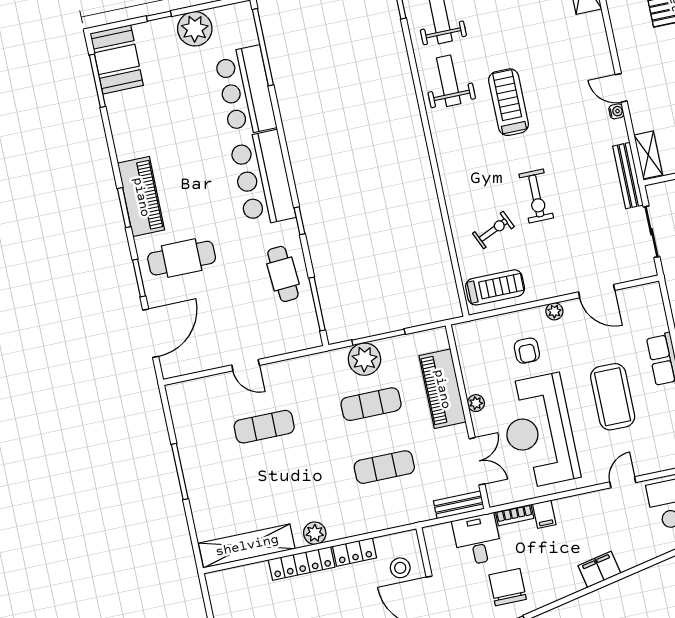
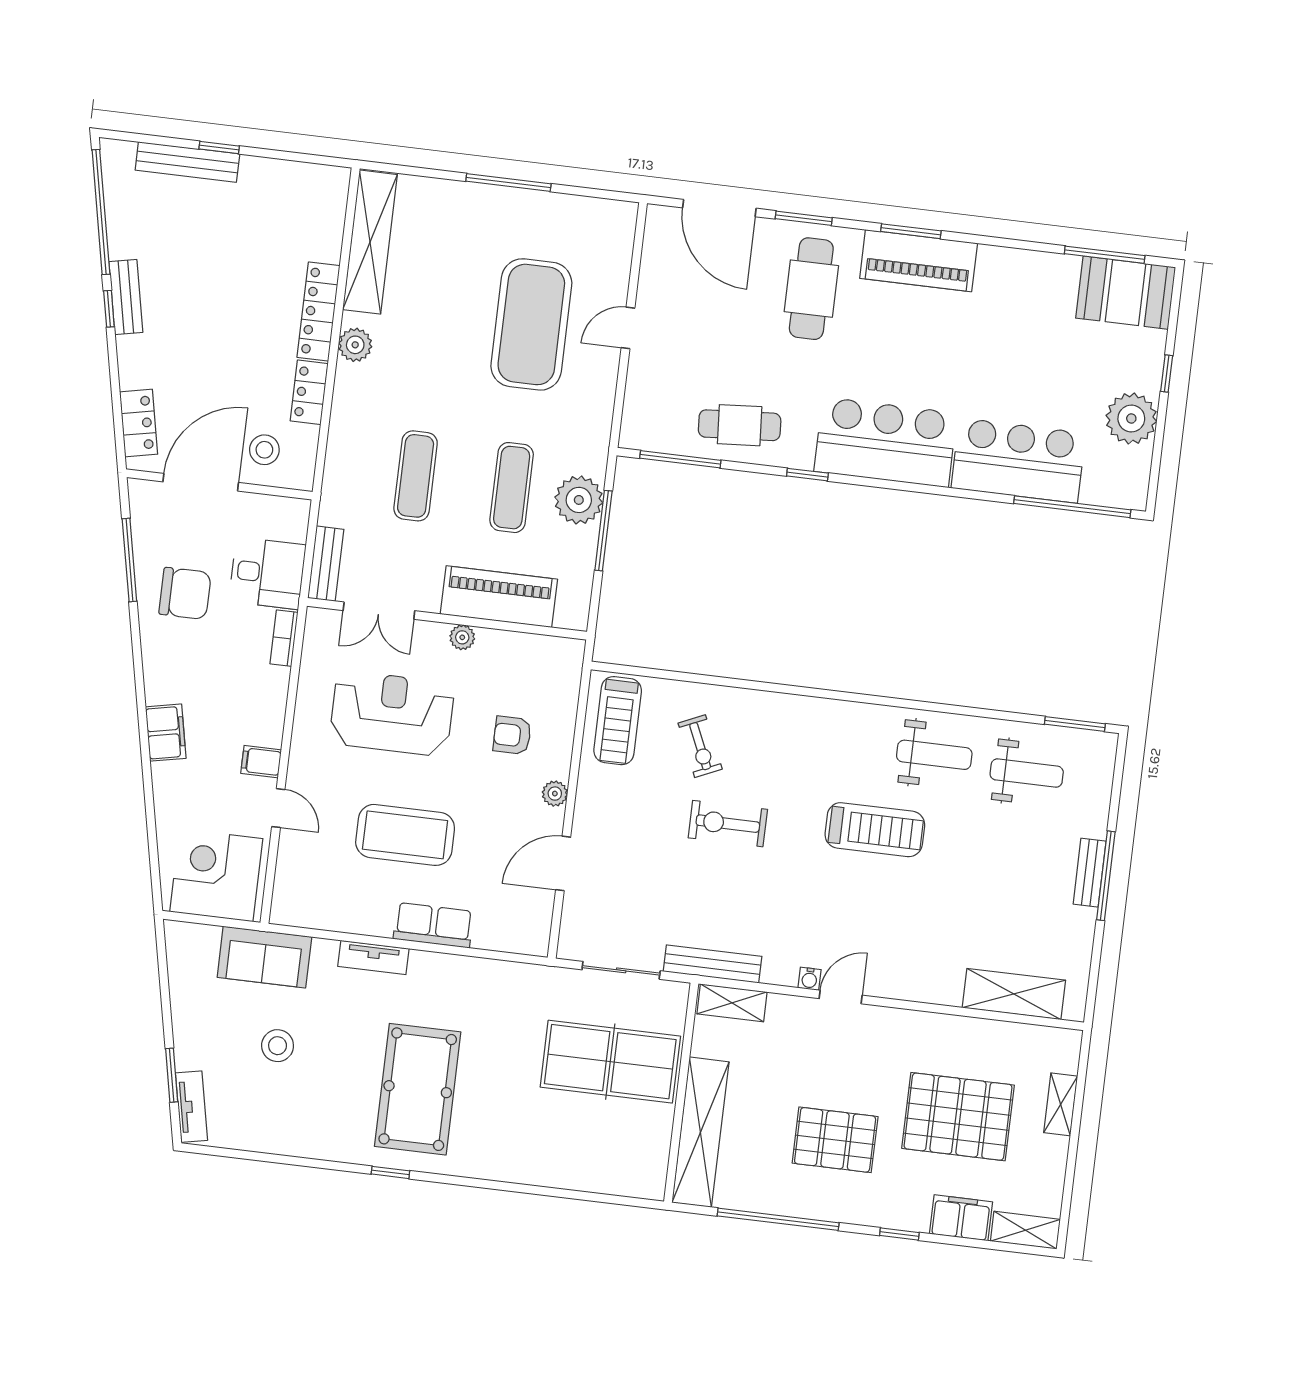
exercise mat: (264, 427) -> (531, 324), width x2.00, depth x1.45
reception desk: (539, 431) -> (392, 713), width x0.74, depth x0.77
filing cabinet: (544, 514) -> (261, 762), moved

